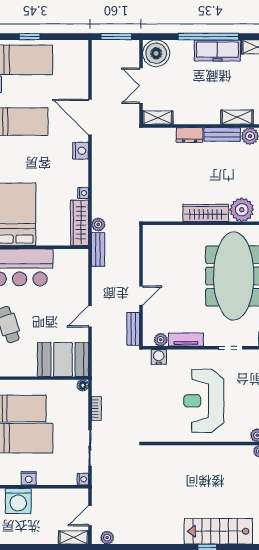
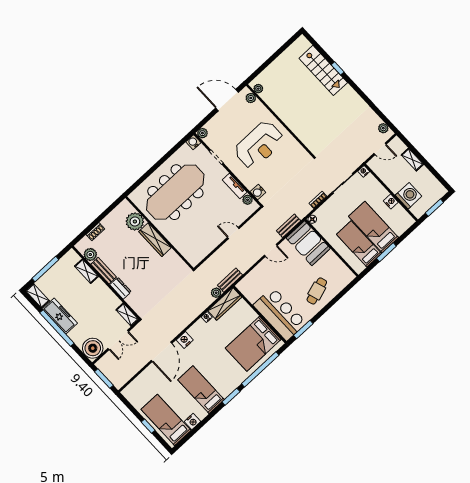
bench: (133, 329) -> (289, 226), moved
shelving: (74, 537) -> (412, 160), moved

